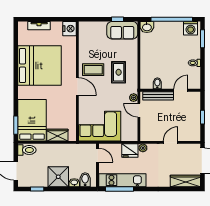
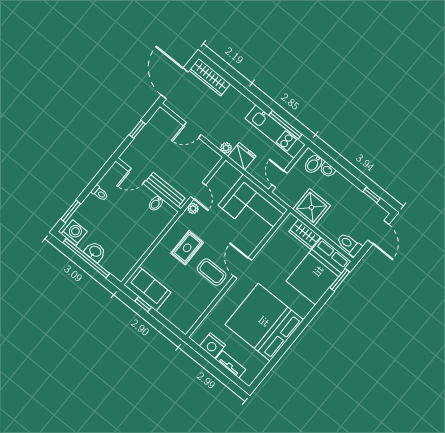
washbasin: (147, 27) -> (95, 252), moved
nightstand: (69, 29) -> (212, 346), moved, turned -90
shower: (58, 177) -> (312, 207), moved

